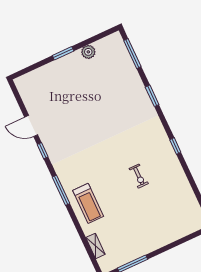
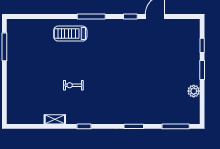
window: (38, 65) -> (202, 45), added
shelving: (95, 246) -> (55, 119), moved

